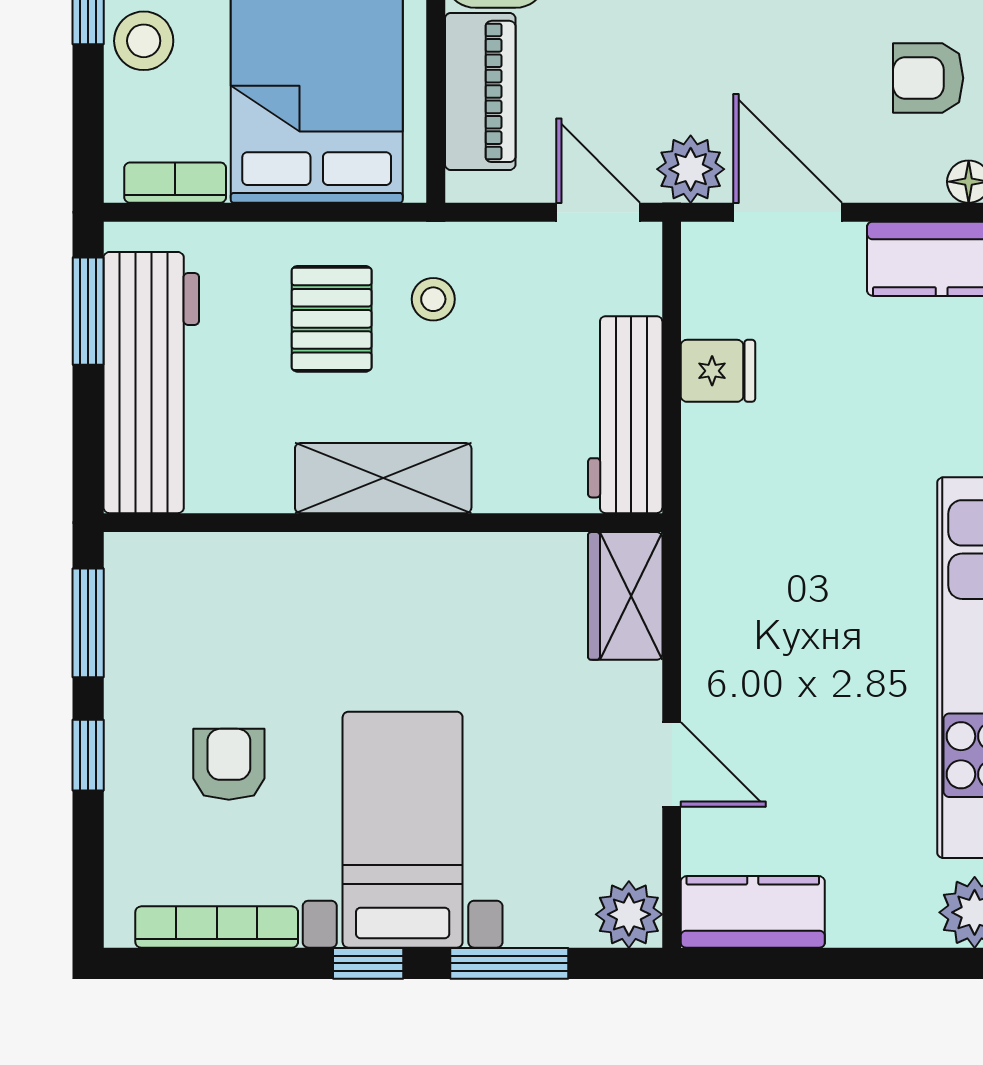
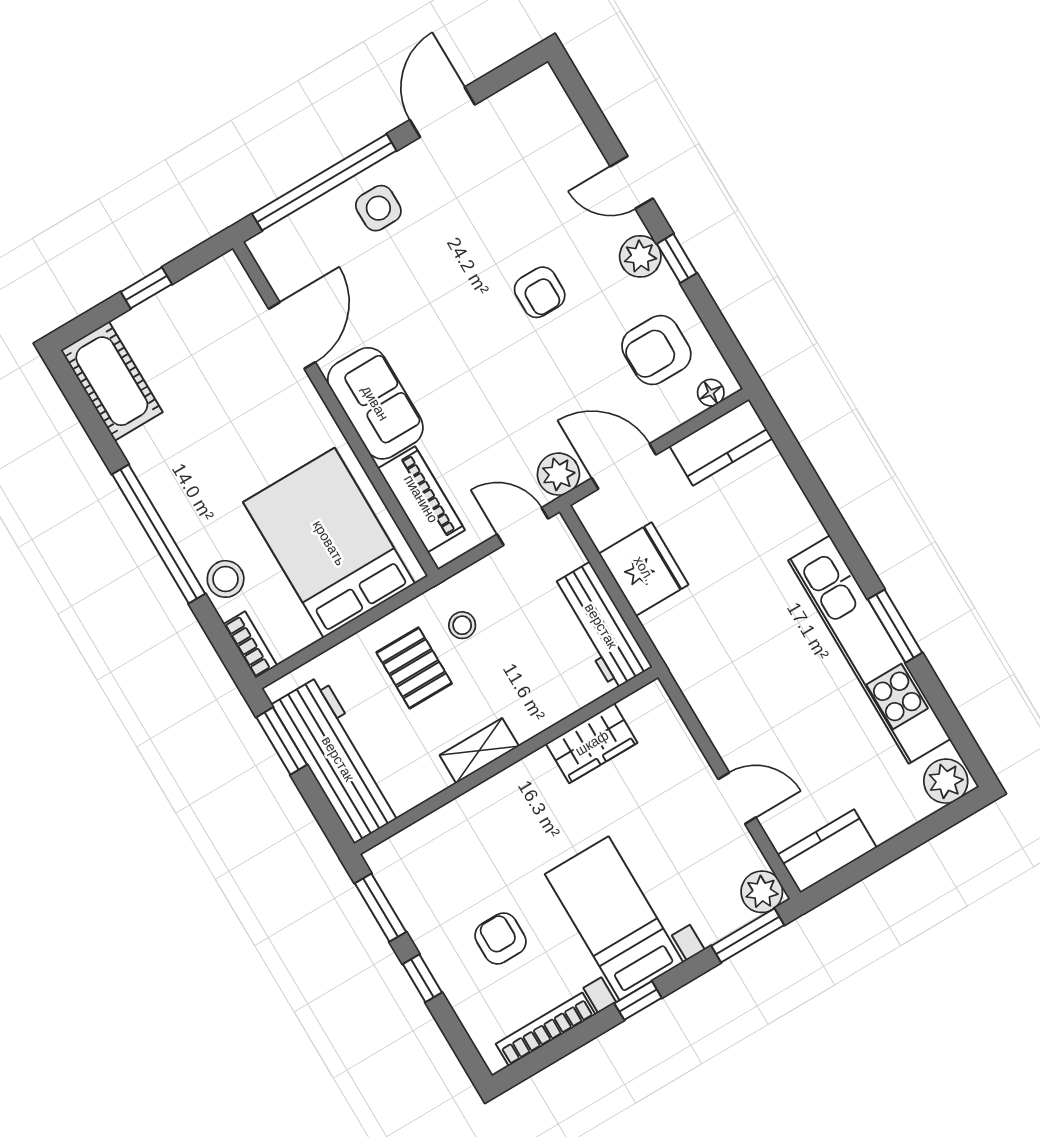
armchair: (928, 78) -> (656, 350), width x1.38, depth x1.38
bookcase: (175, 183) -> (250, 645), moved, turned 90
fridge: (718, 371) -> (644, 569), width x1.88, depth x1.34
shelving: (383, 478) -> (479, 751), width x0.67, depth x0.75
wardrobe: (625, 596) -> (592, 743), moved, turned -90
window: (509, 963) -> (748, 935), moved

